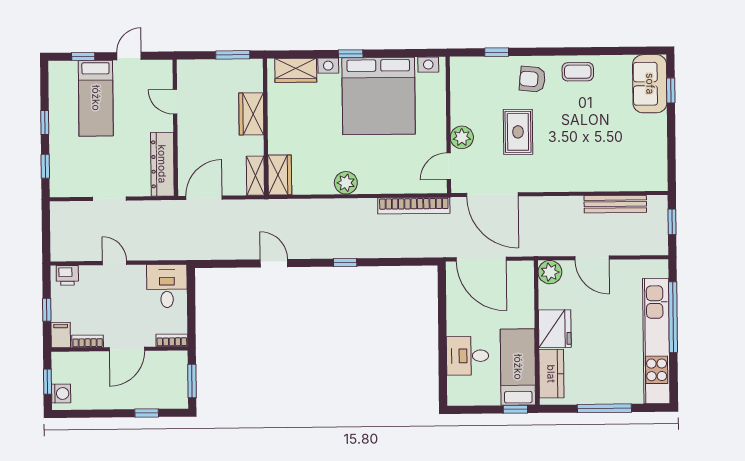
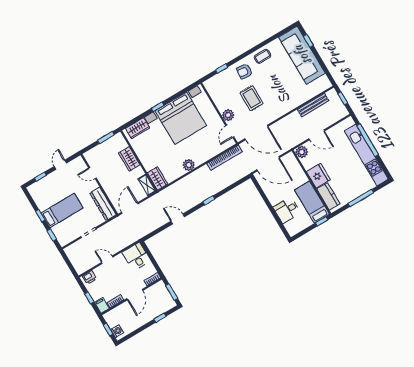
sofa: (650, 84) -> (302, 55), width x1.85, depth x1.27
bed: (96, 98) -> (62, 210), moved, turned -90

